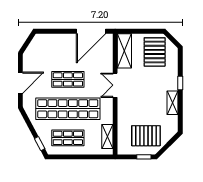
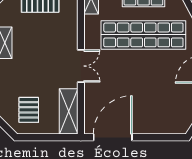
pallet: (155, 52) -> (29, 110), width x0.67, depth x0.71
shop shelf: (68, 79) -> (143, 74), removed

